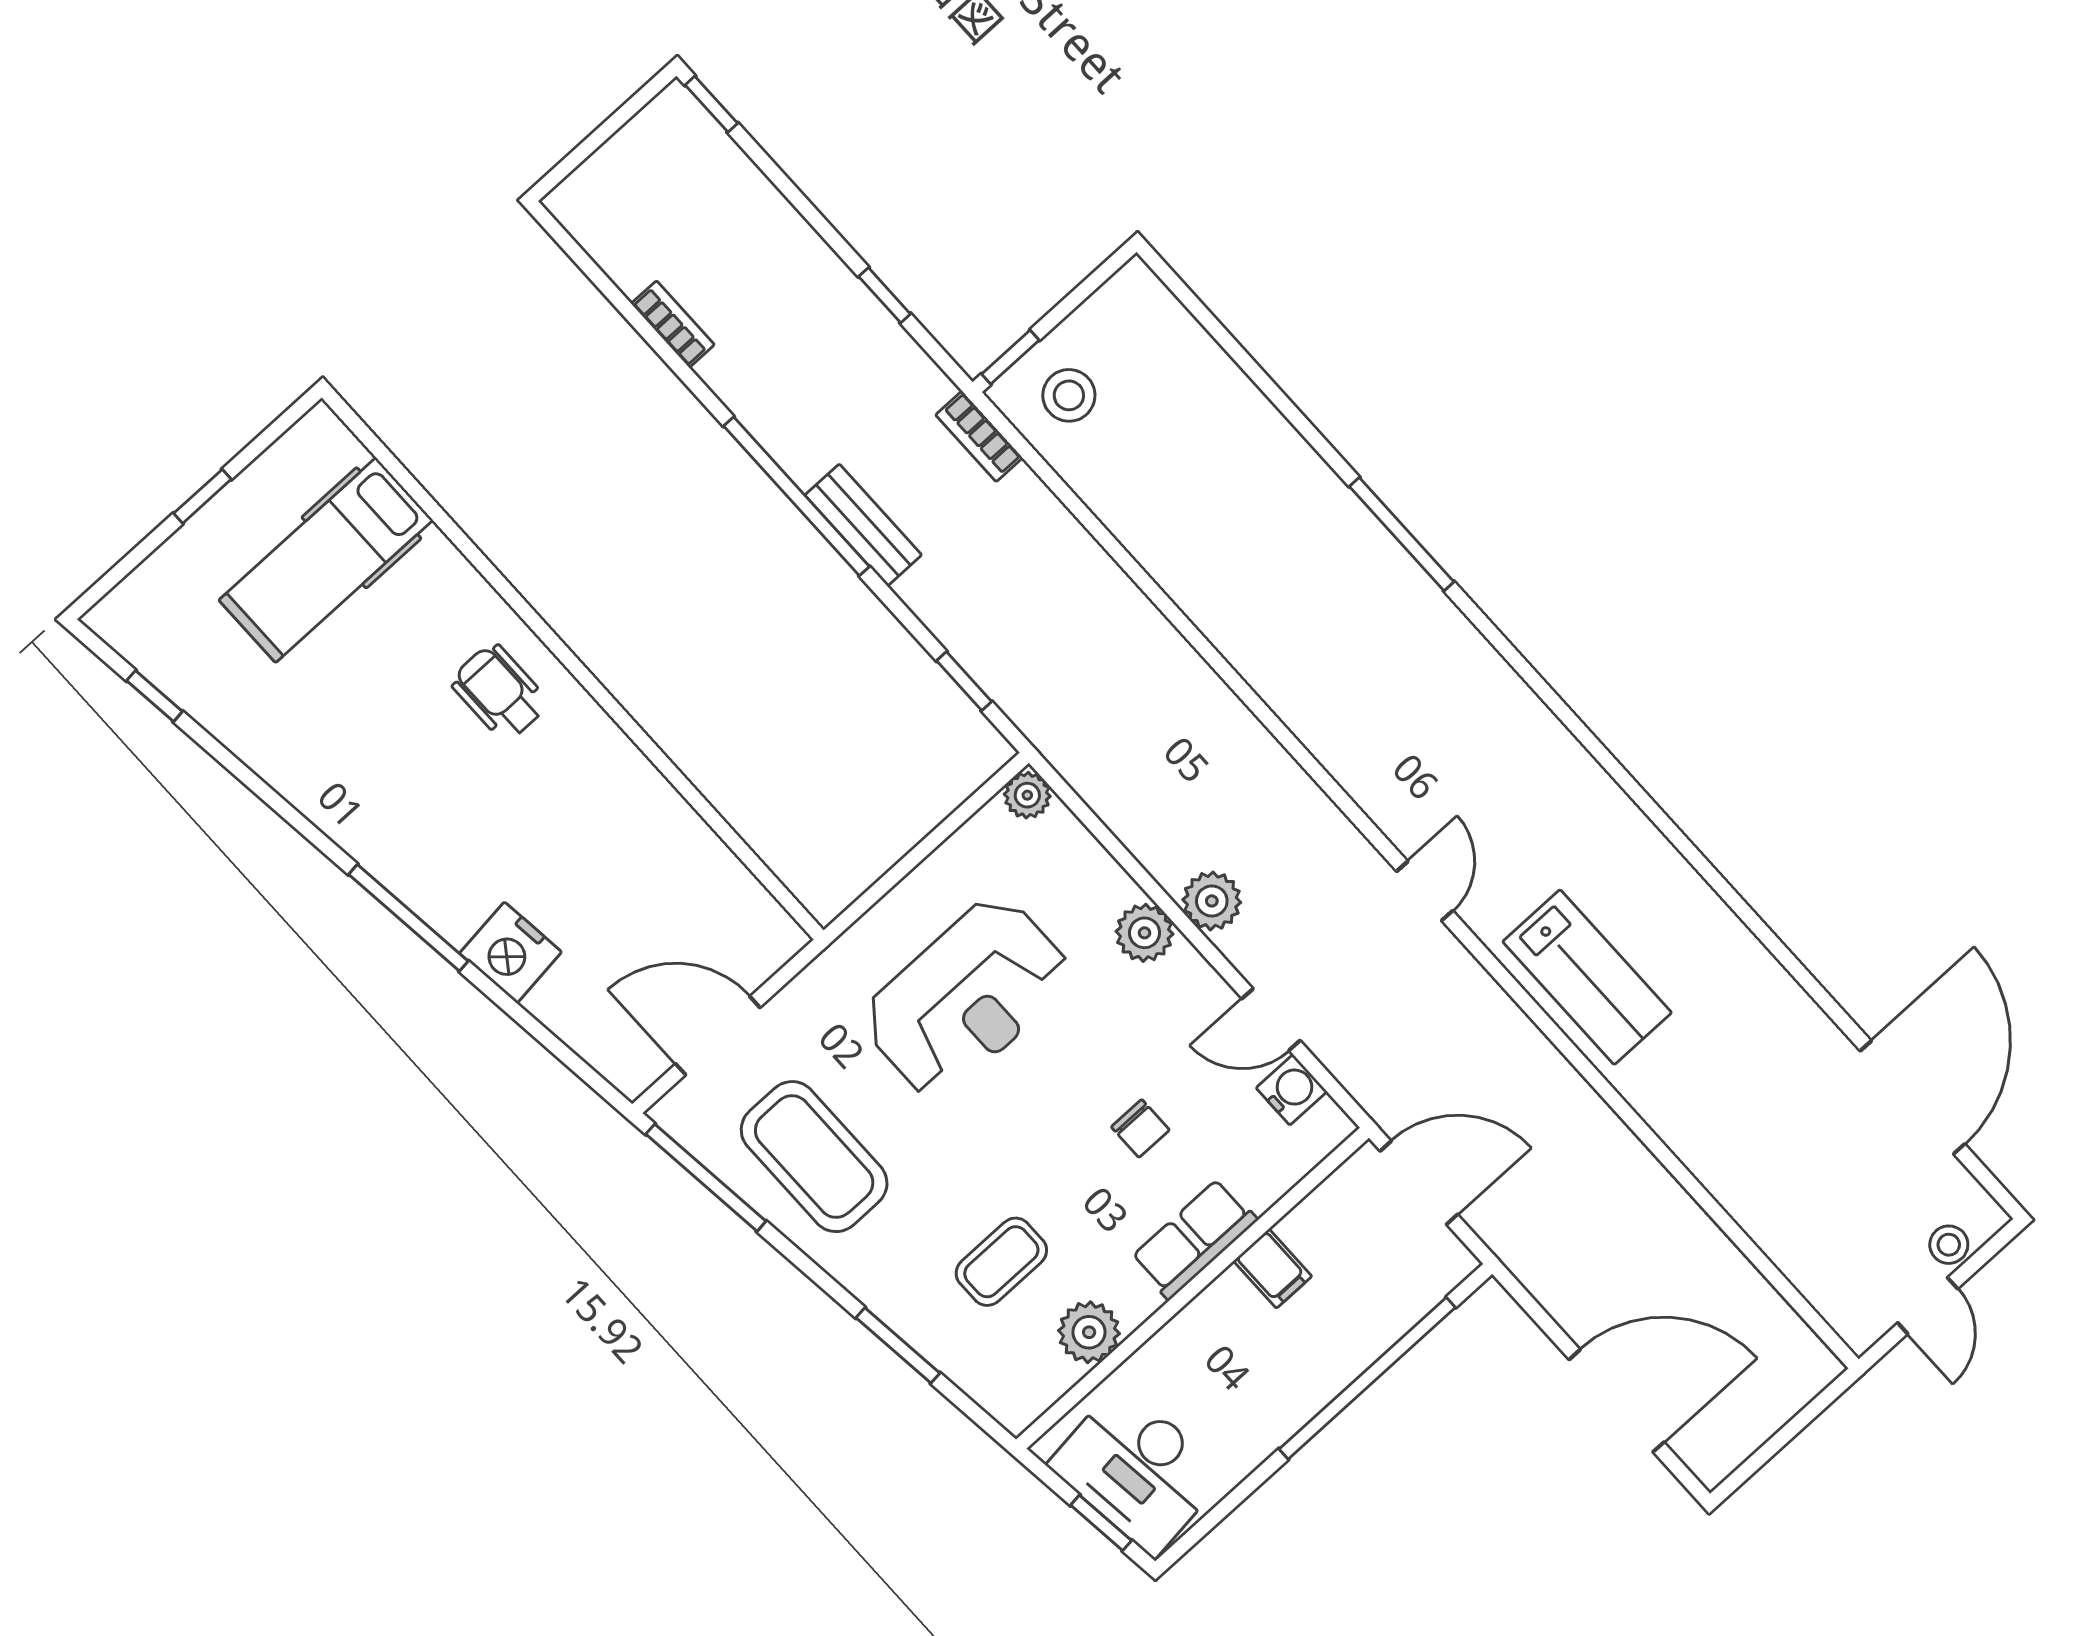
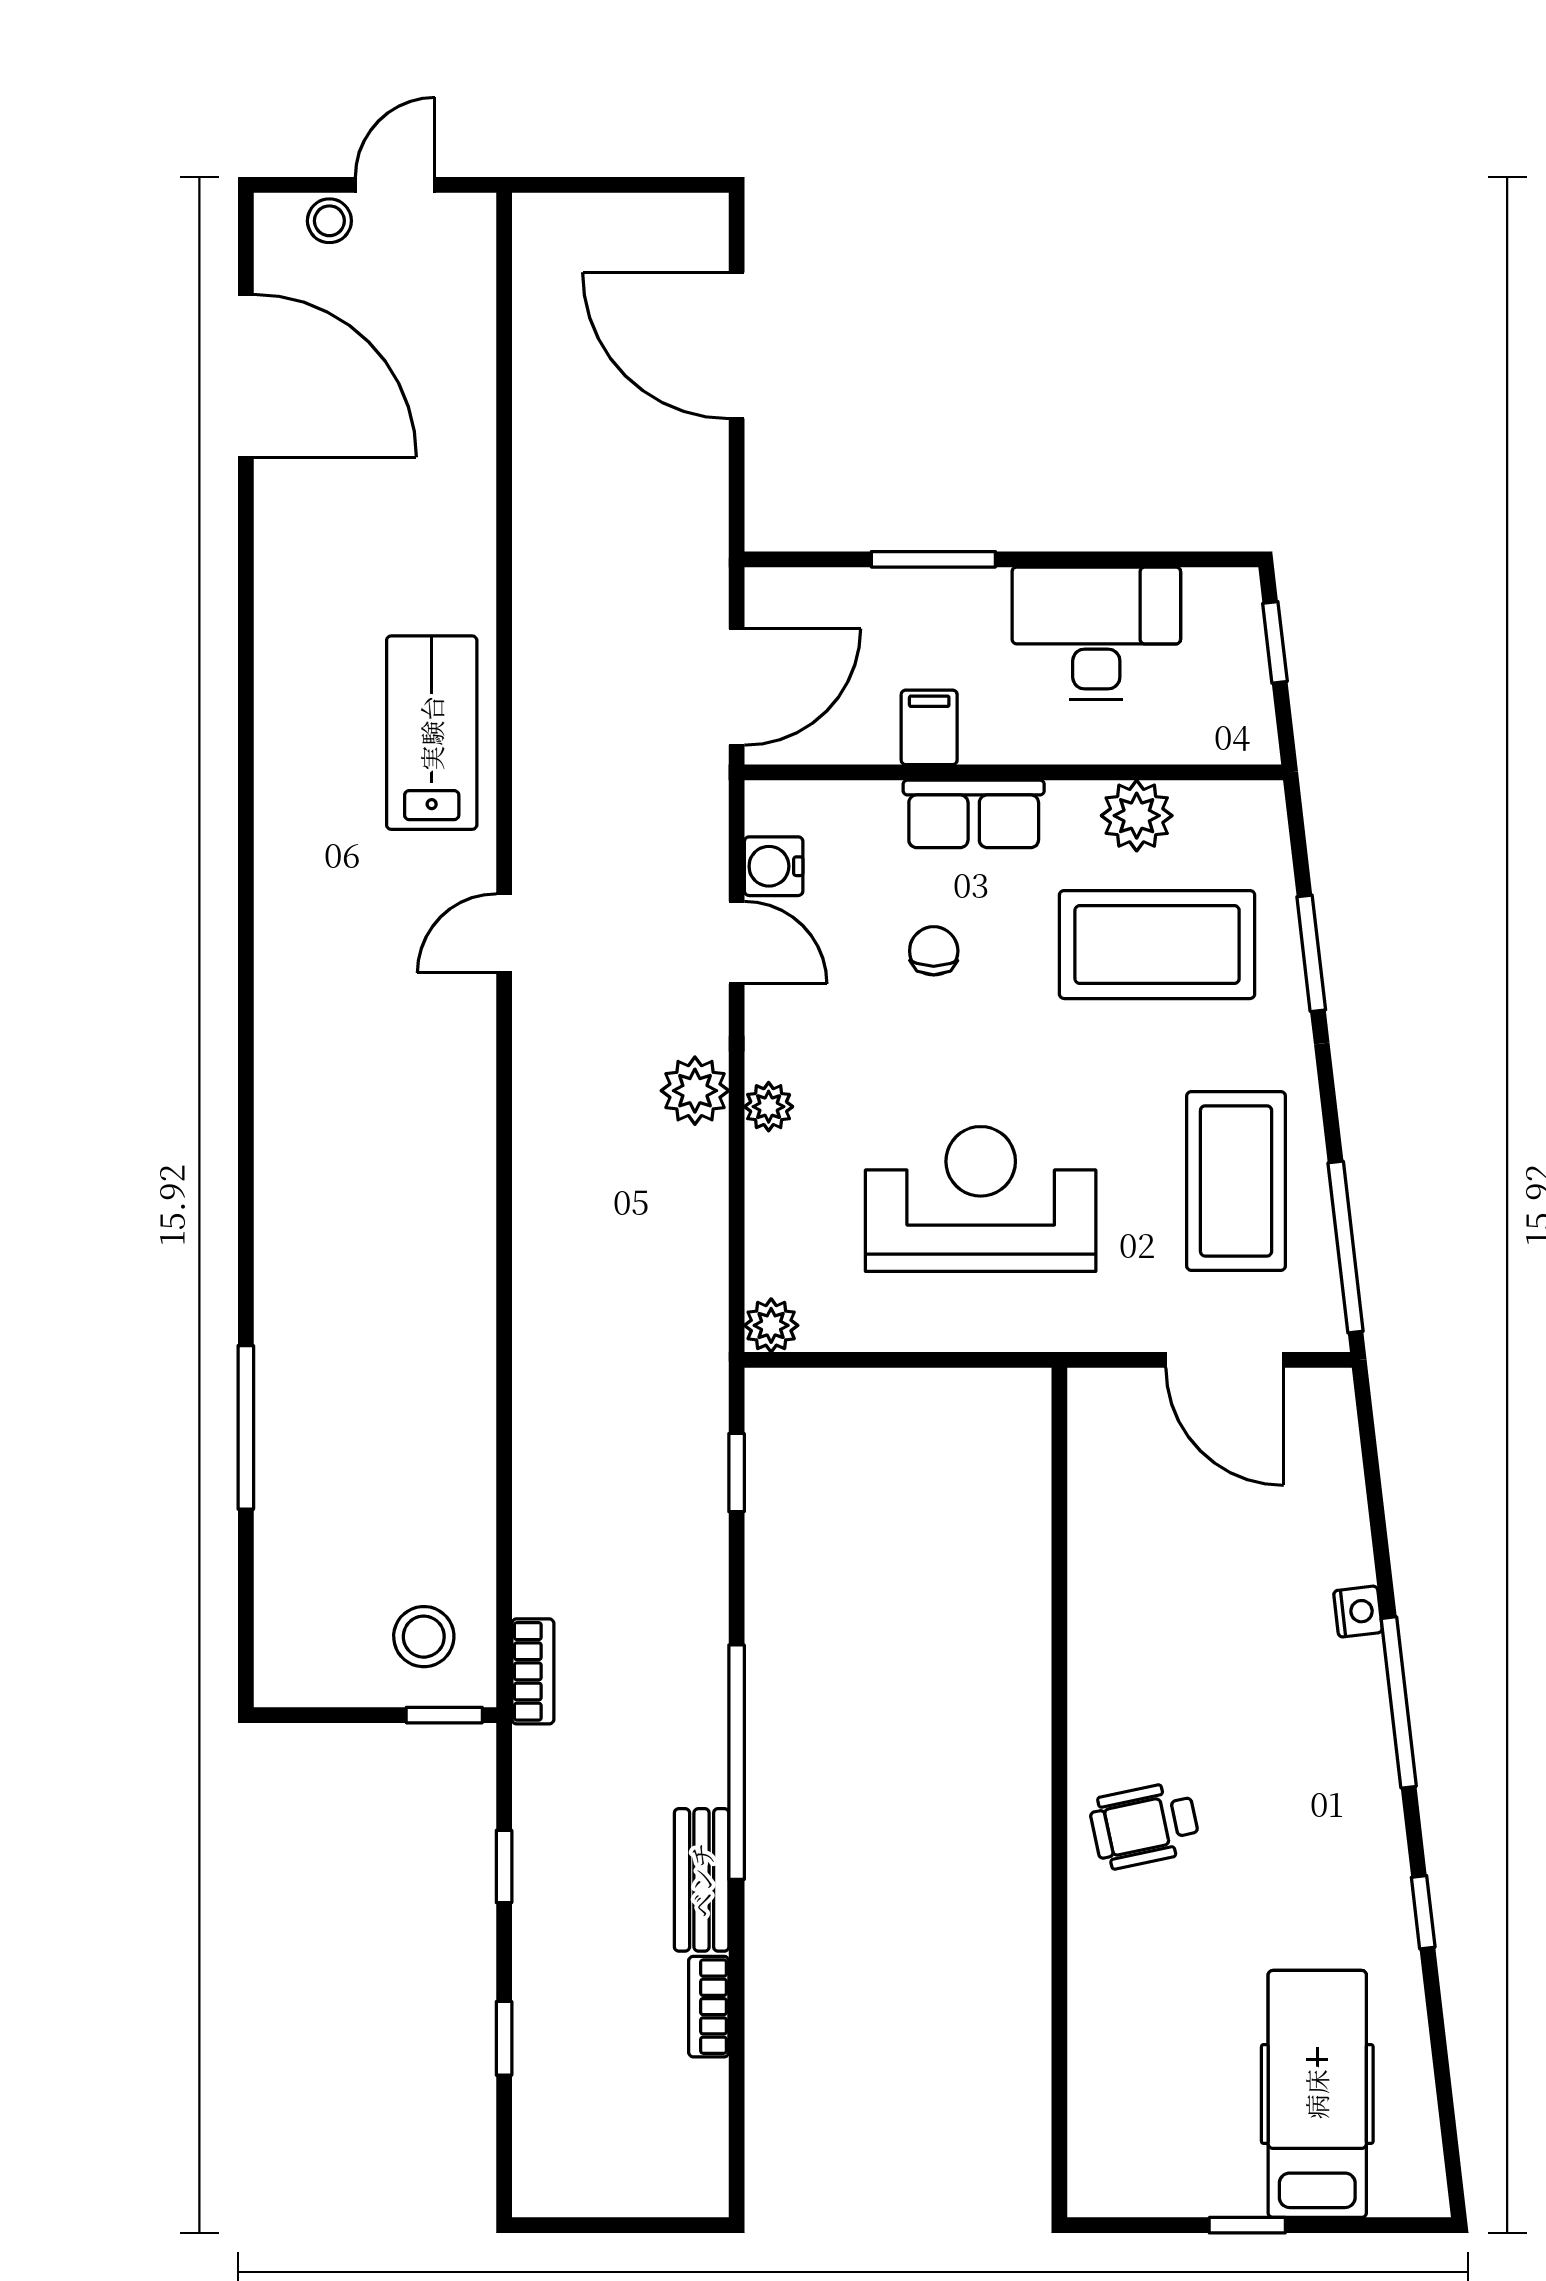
window: (711, 104) -> (504, 2038), moved
bench: (863, 525) -> (702, 1880), moved
window: (1402, 534) -> (246, 1427), moved
hospital bed: (326, 560) -> (1317, 2094), moved, turned -90
wheelchair: (499, 692) -> (1145, 1825), turned 78
window: (155, 696) -> (1423, 1912), moved
plant: (1144, 933) -> (769, 1107), width x0.73, depth x0.73
nightstand: (511, 953) -> (1358, 1612), width x0.53, depth x0.56
door: (1912, 1097) -> (246, 376), swing flipped
door: (1419, 1183) -> (737, 687), swing flipped
coffee table: (1001, 1262) -> (1157, 945), width x1.86, depth x1.72
window: (1367, 1378) -> (933, 559), width x0.47
desk: (1137, 1470) -> (1096, 633), moved, turned -83

